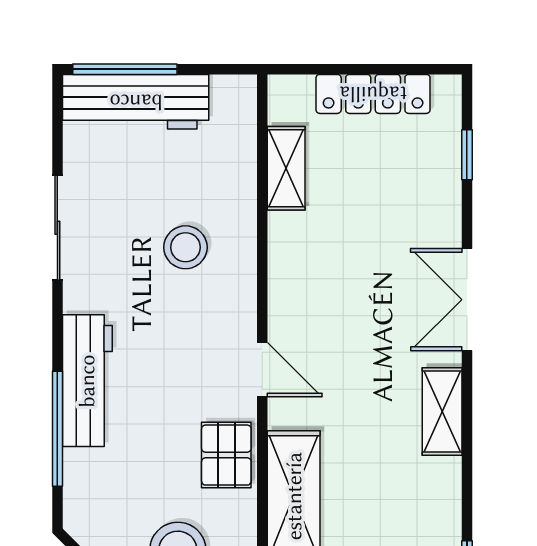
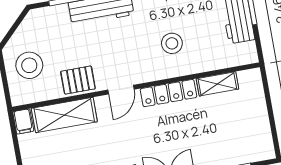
locker: (373, 94) -> (168, 93), moved, turned -90

